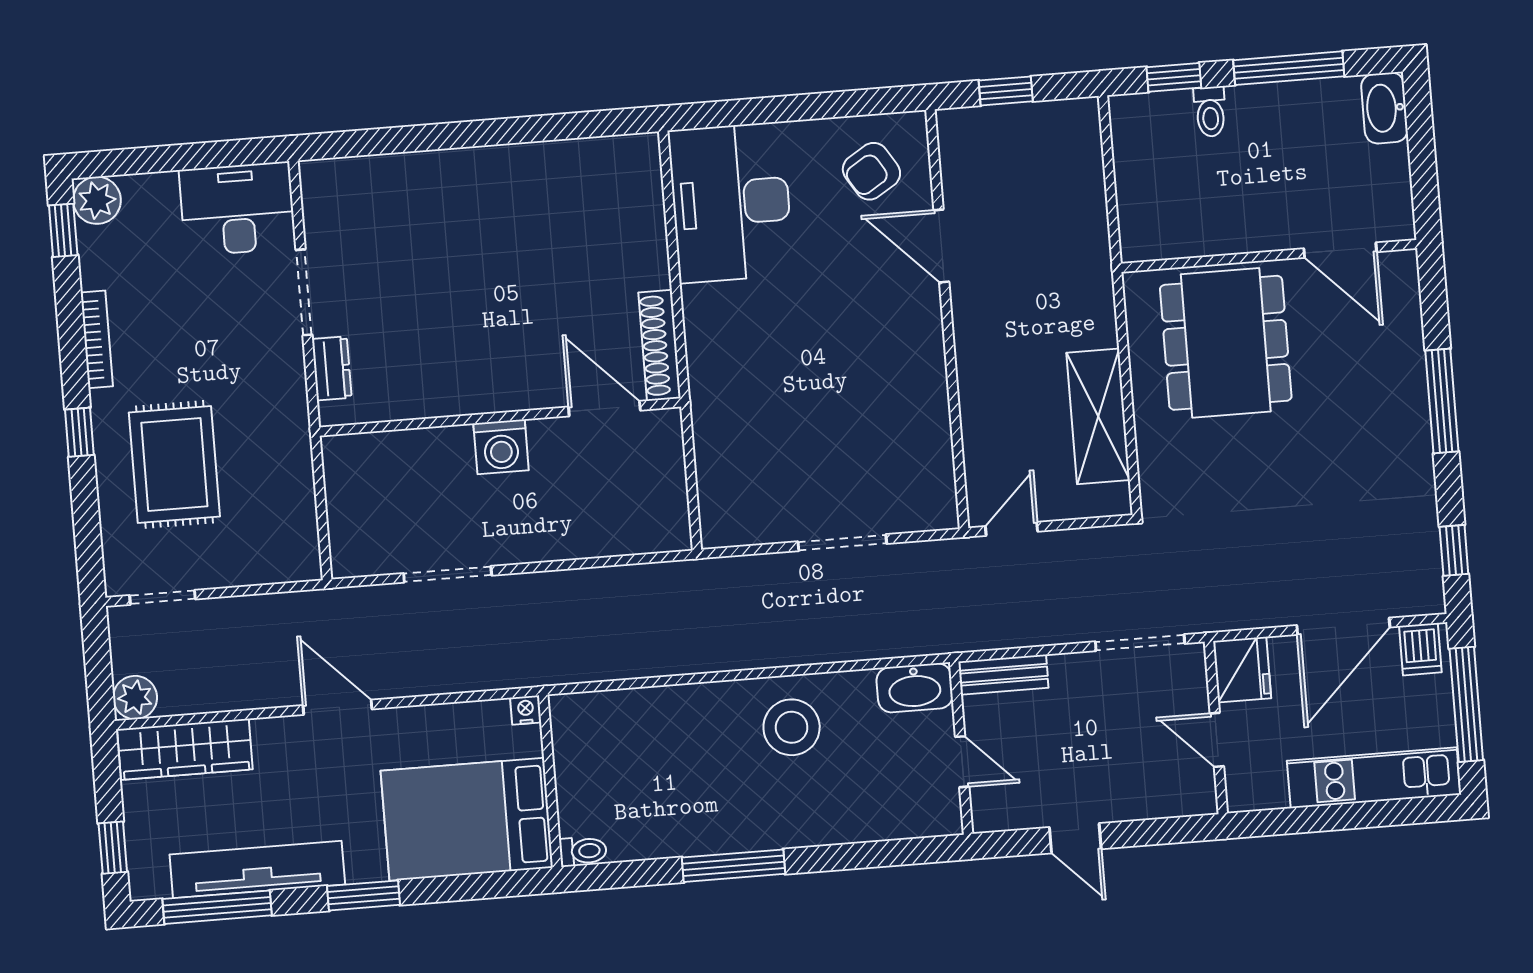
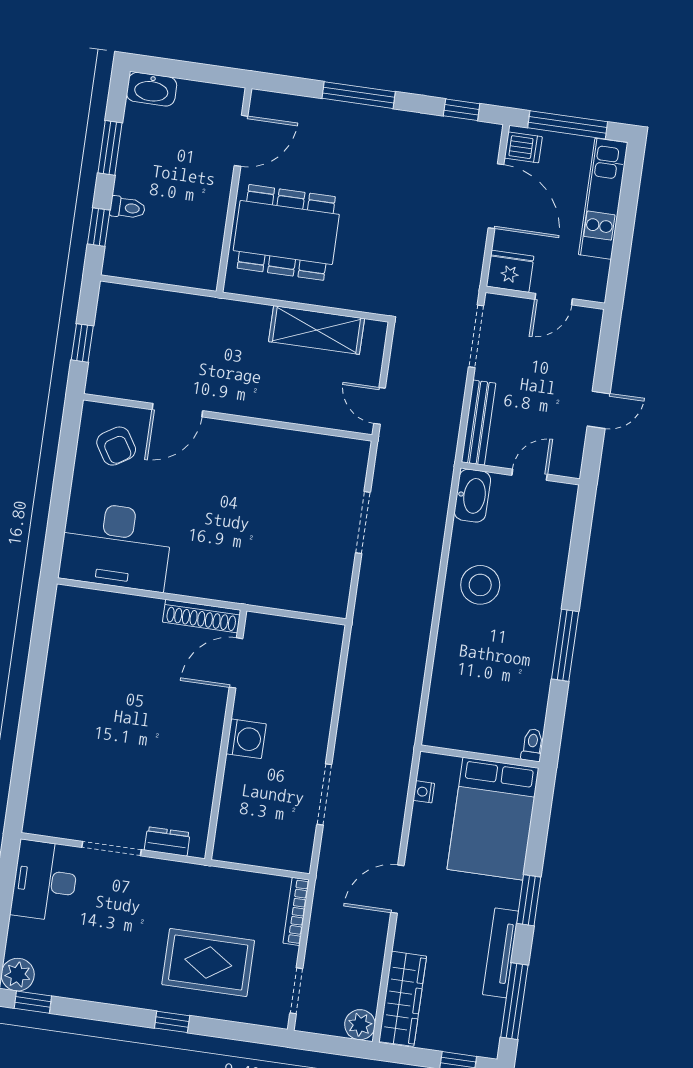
window: (1289, 68) -> (110, 148), width x0.69
bookcase: (97, 339) -> (296, 911), moved, turned -90
bench: (1003, 675) -> (478, 423), width x1.36
nightstand: (526, 710) -> (424, 792), moved
tv unit: (257, 869) -> (501, 953), width x0.73, depth x0.78

